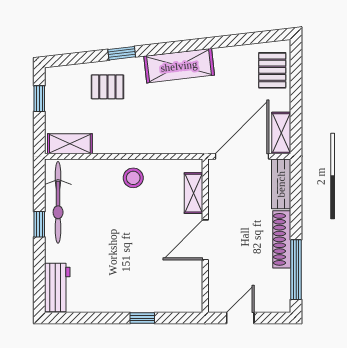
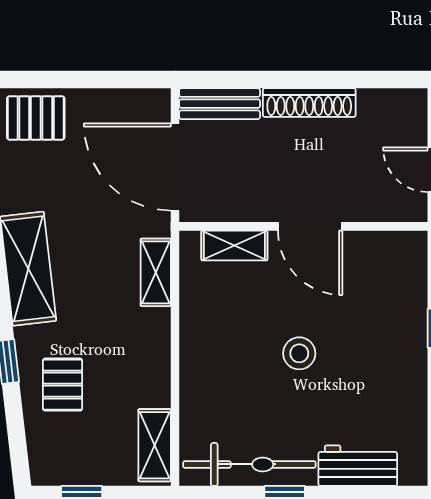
shelving: (281, 133) -> (156, 272), moved, turned 90
stool: (133, 178) -> (299, 353), moved
window: (296, 270) -> (358, 80), removed
workbench: (57, 287) -> (358, 466), moved

